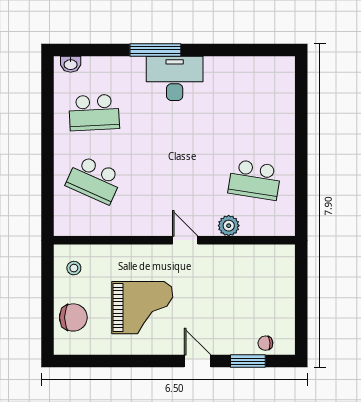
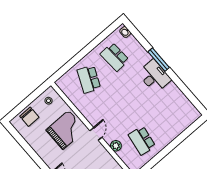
grand piano: (142, 308) -> (66, 130), moved, turned -90

